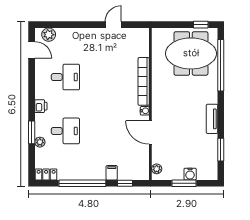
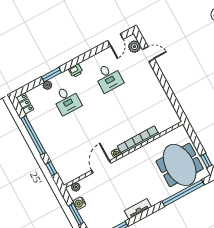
door: (113, 25) -> (148, 54), moved
filing cabinet: (112, 173) -> (54, 154), removed
water cooler: (190, 174) -> (79, 203), moved

